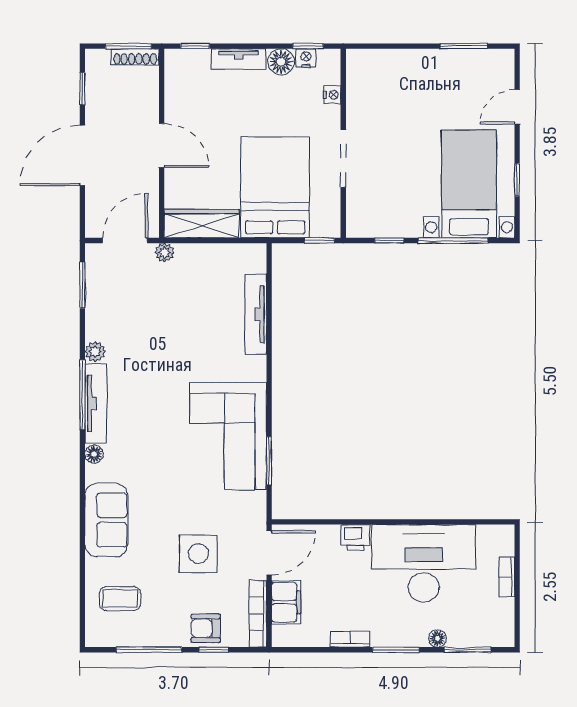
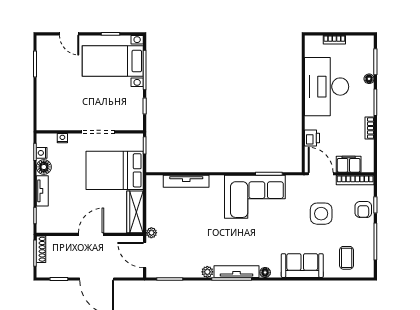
printer: (355, 537) -> (312, 138), moved

